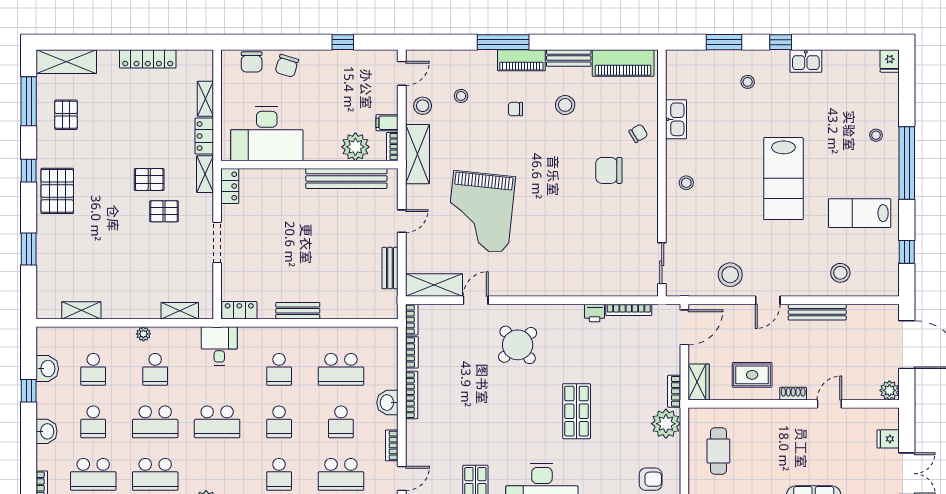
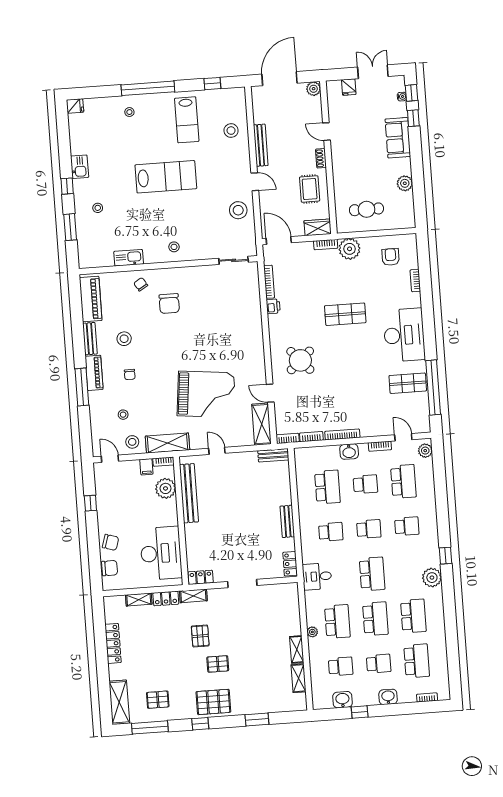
pallet: (164, 211) -> (218, 664), moved, turned 90
bench: (390, 268) -> (273, 455), moved
shelving: (180, 311) -> (297, 649), moved
school desk: (155, 369) -> (337, 622), width x1.85

